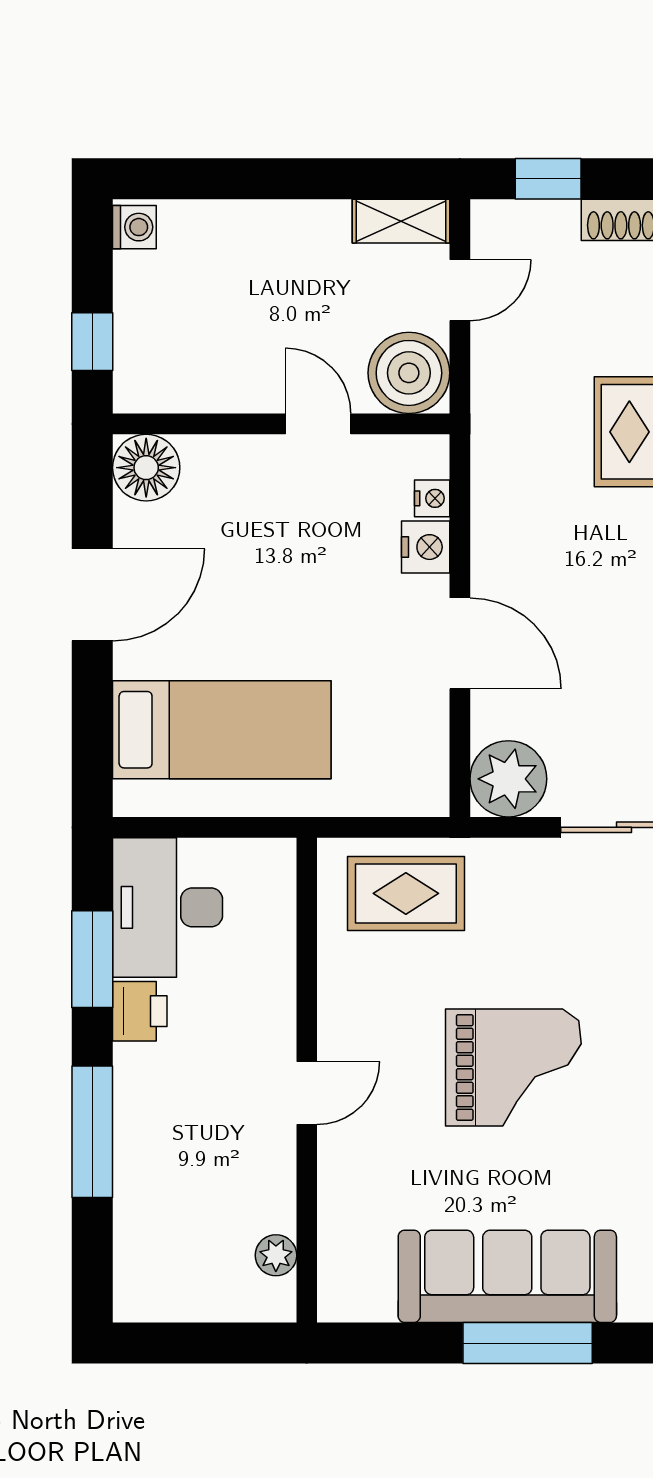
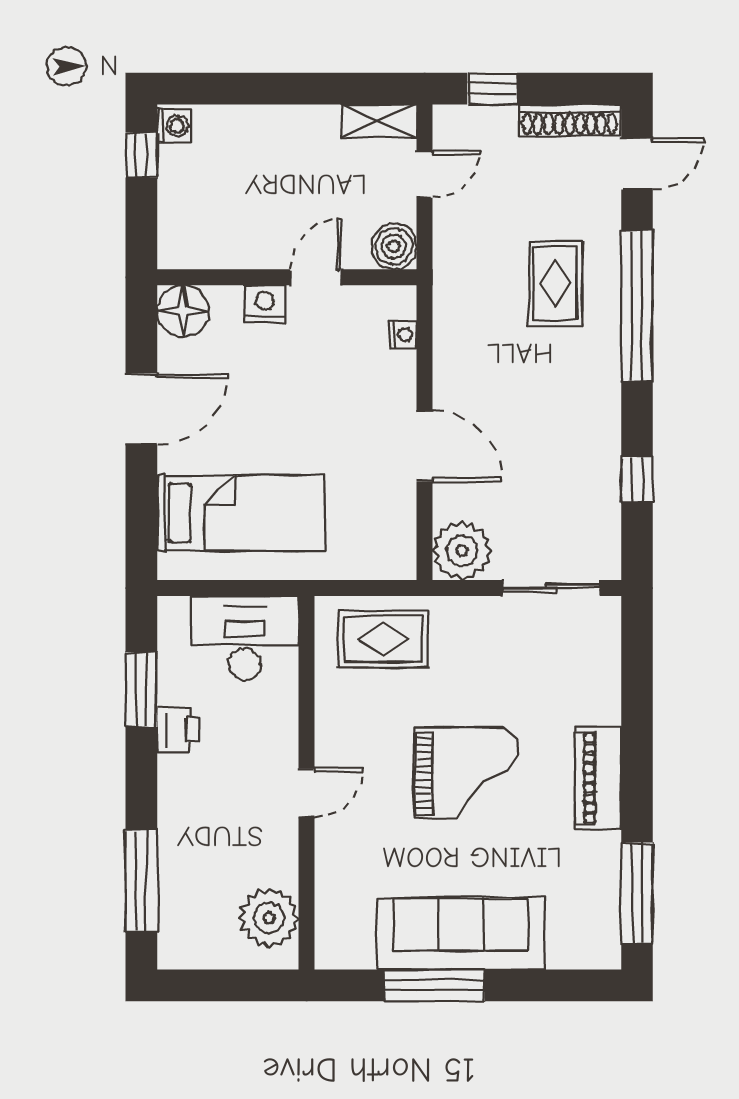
window: (92, 342) -> (141, 155), moved
boiler: (409, 373) -> (394, 246), width x0.73, depth x0.73
door: (318, 424) -> (315, 277), hinge flipped
nightstand: (426, 547) -> (265, 304), moved, turned -90
desk: (168, 907) -> (245, 638), moved, turned 90
window: (92, 1132) -> (141, 881), moved
plant: (276, 1255) -> (269, 918), width x1.87, depth x1.87
window: (528, 1343) -> (434, 985), moved

